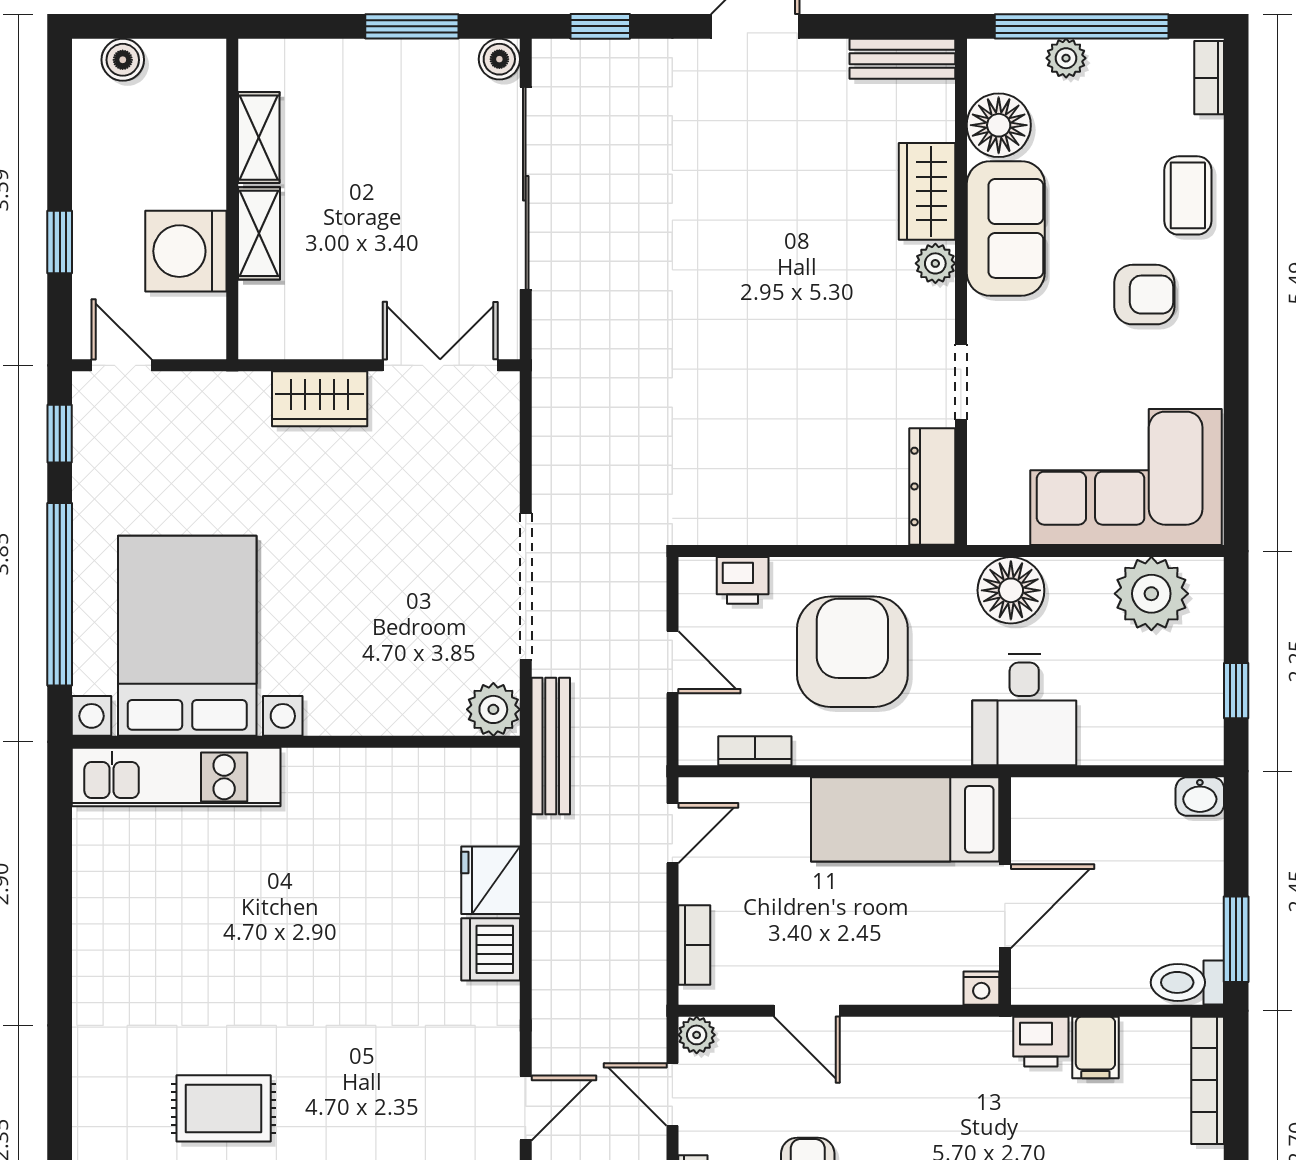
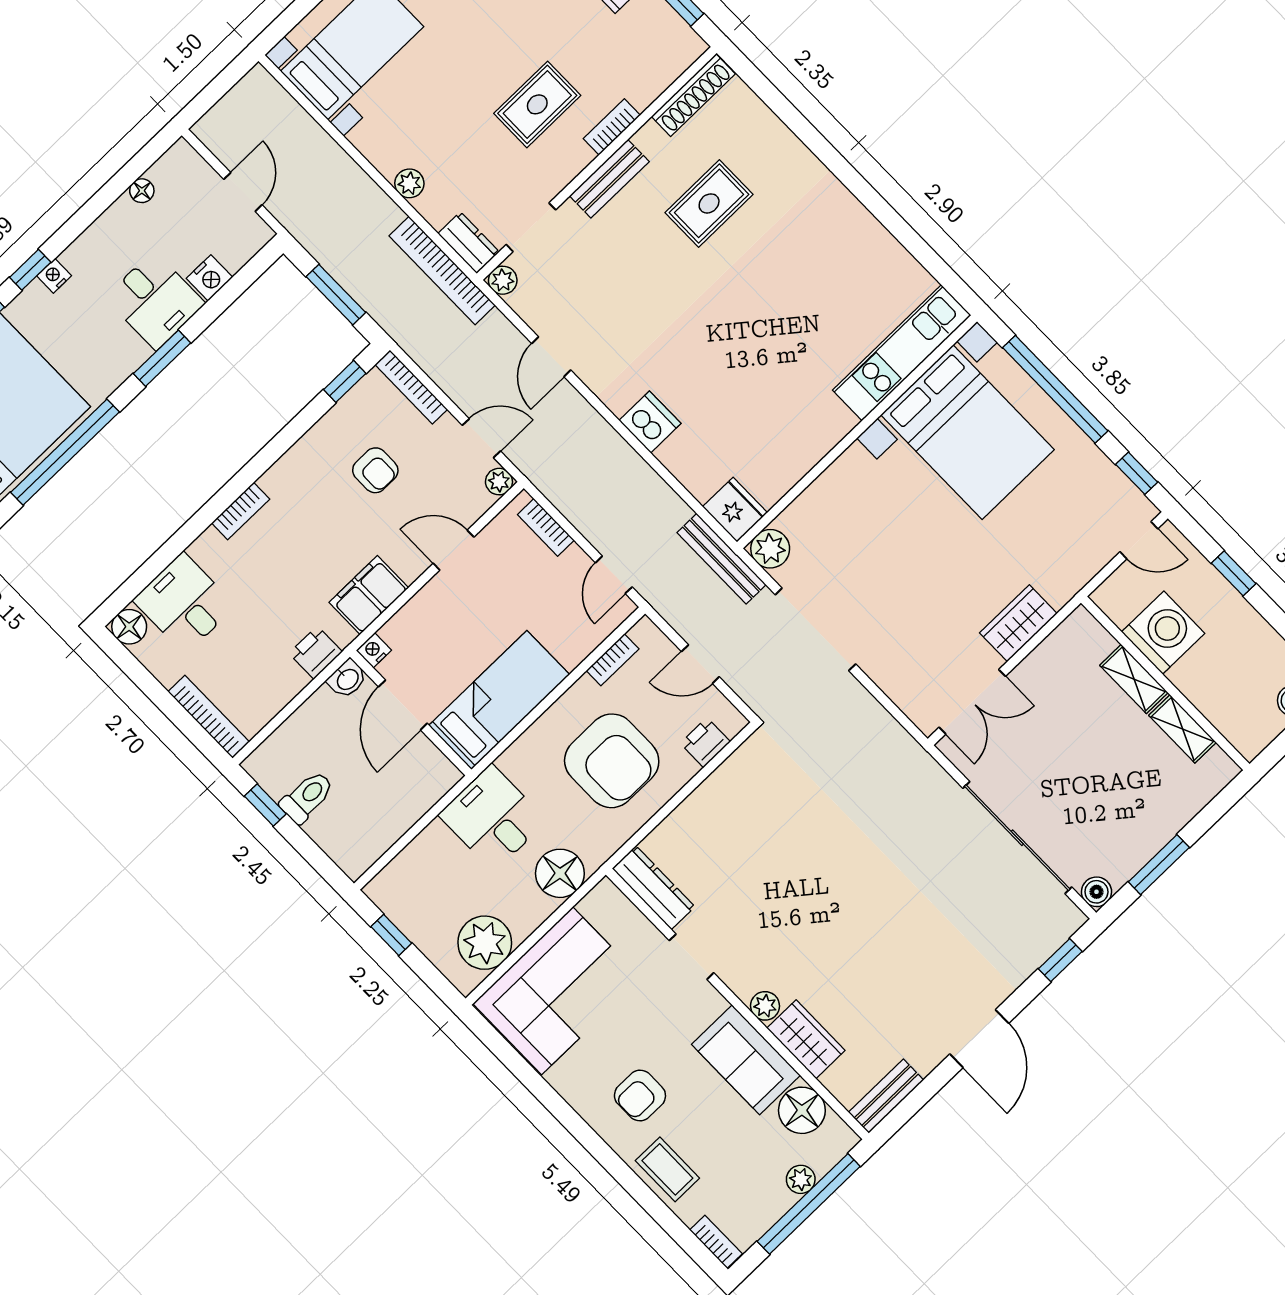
washbasin: (1200, 797) -> (347, 679), moved, turned 180
fridge: (491, 880) -> (735, 510), moved
window: (1236, 939) -> (265, 805), width x0.67
toilet: (1187, 982) -> (307, 797), moved
filing cabinet: (1095, 1047) -> (369, 595), moved, width x2.00

